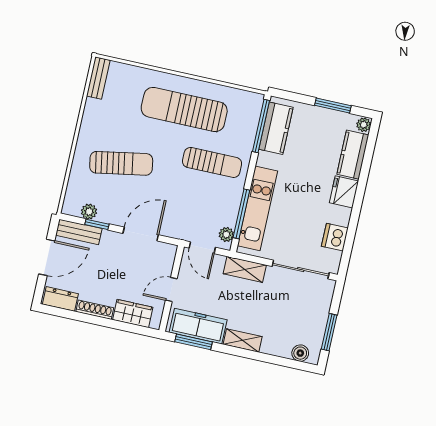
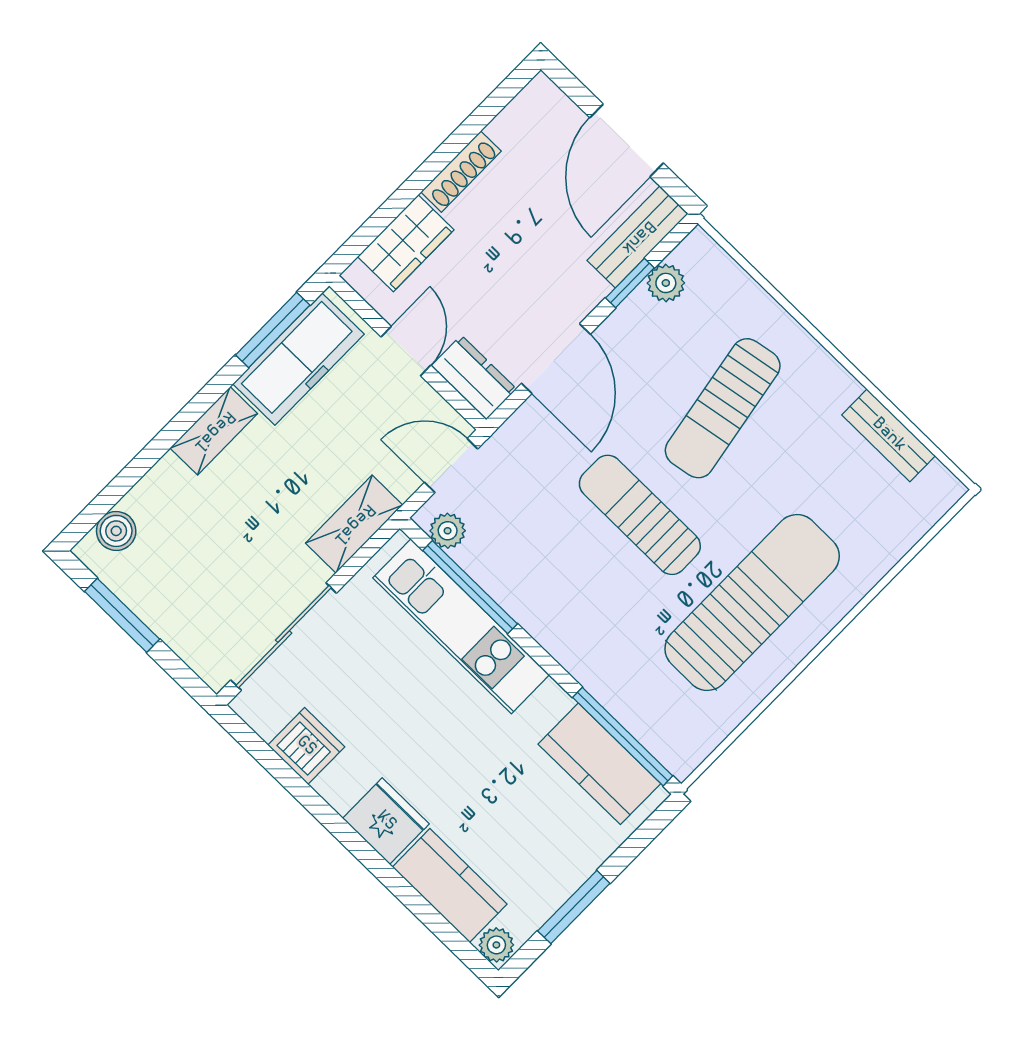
bench: (98, 78) -> (889, 435), moved
sun lounger: (212, 162) -> (640, 515), moved, turned 90
dresser: (60, 299) -> (474, 377), moved, turned -90

